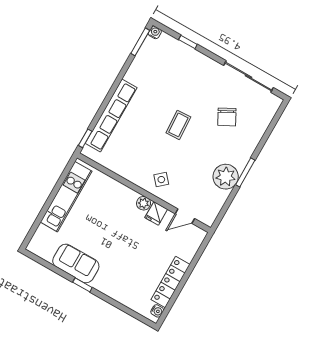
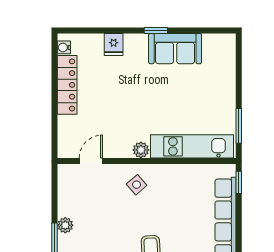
plant: (226, 177) -> (65, 225), width x0.53, depth x0.53
window: (62, 180) -> (239, 126), added
kitchen unit: (66, 197) -> (192, 146), moved, turned 90
fridge: (156, 213) -> (114, 44), moved, turned 180

